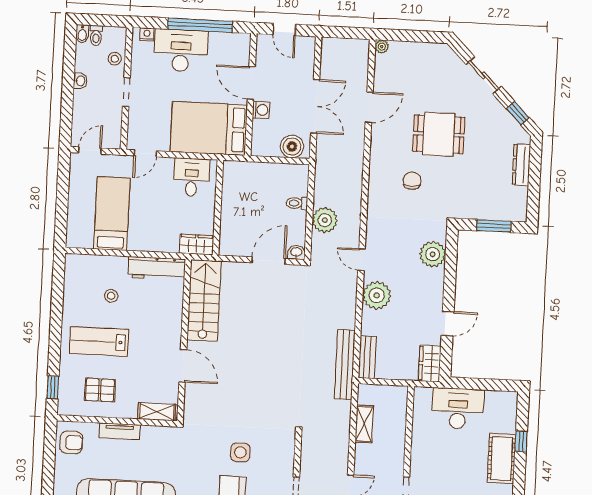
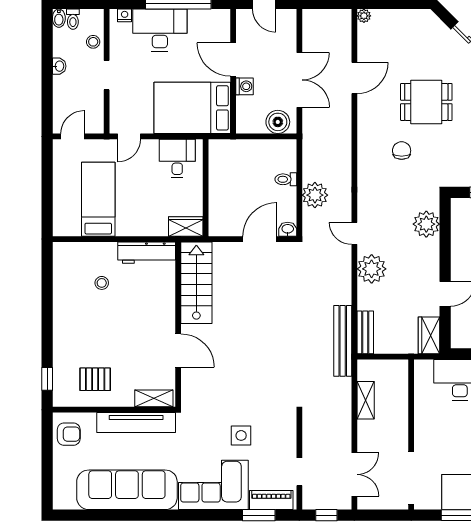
lab bench: (99, 341) -> (92, 330), removed
tv unit: (120, 431) -> (136, 423), width x1.92, depth x1.29

